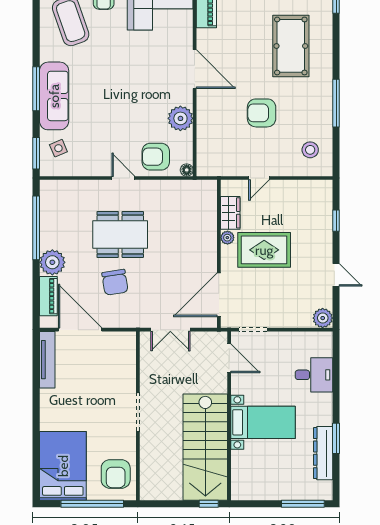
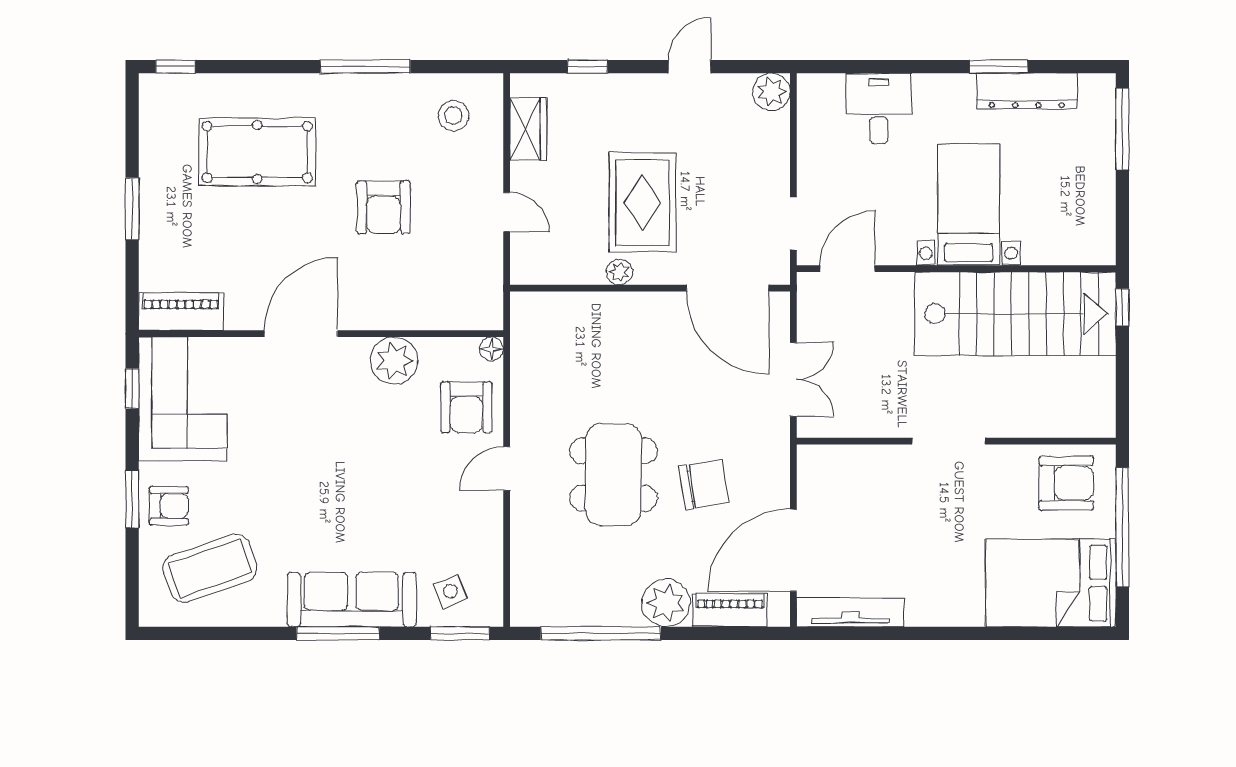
wardrobe: (230, 213) -> (528, 129), moved, turned 90

